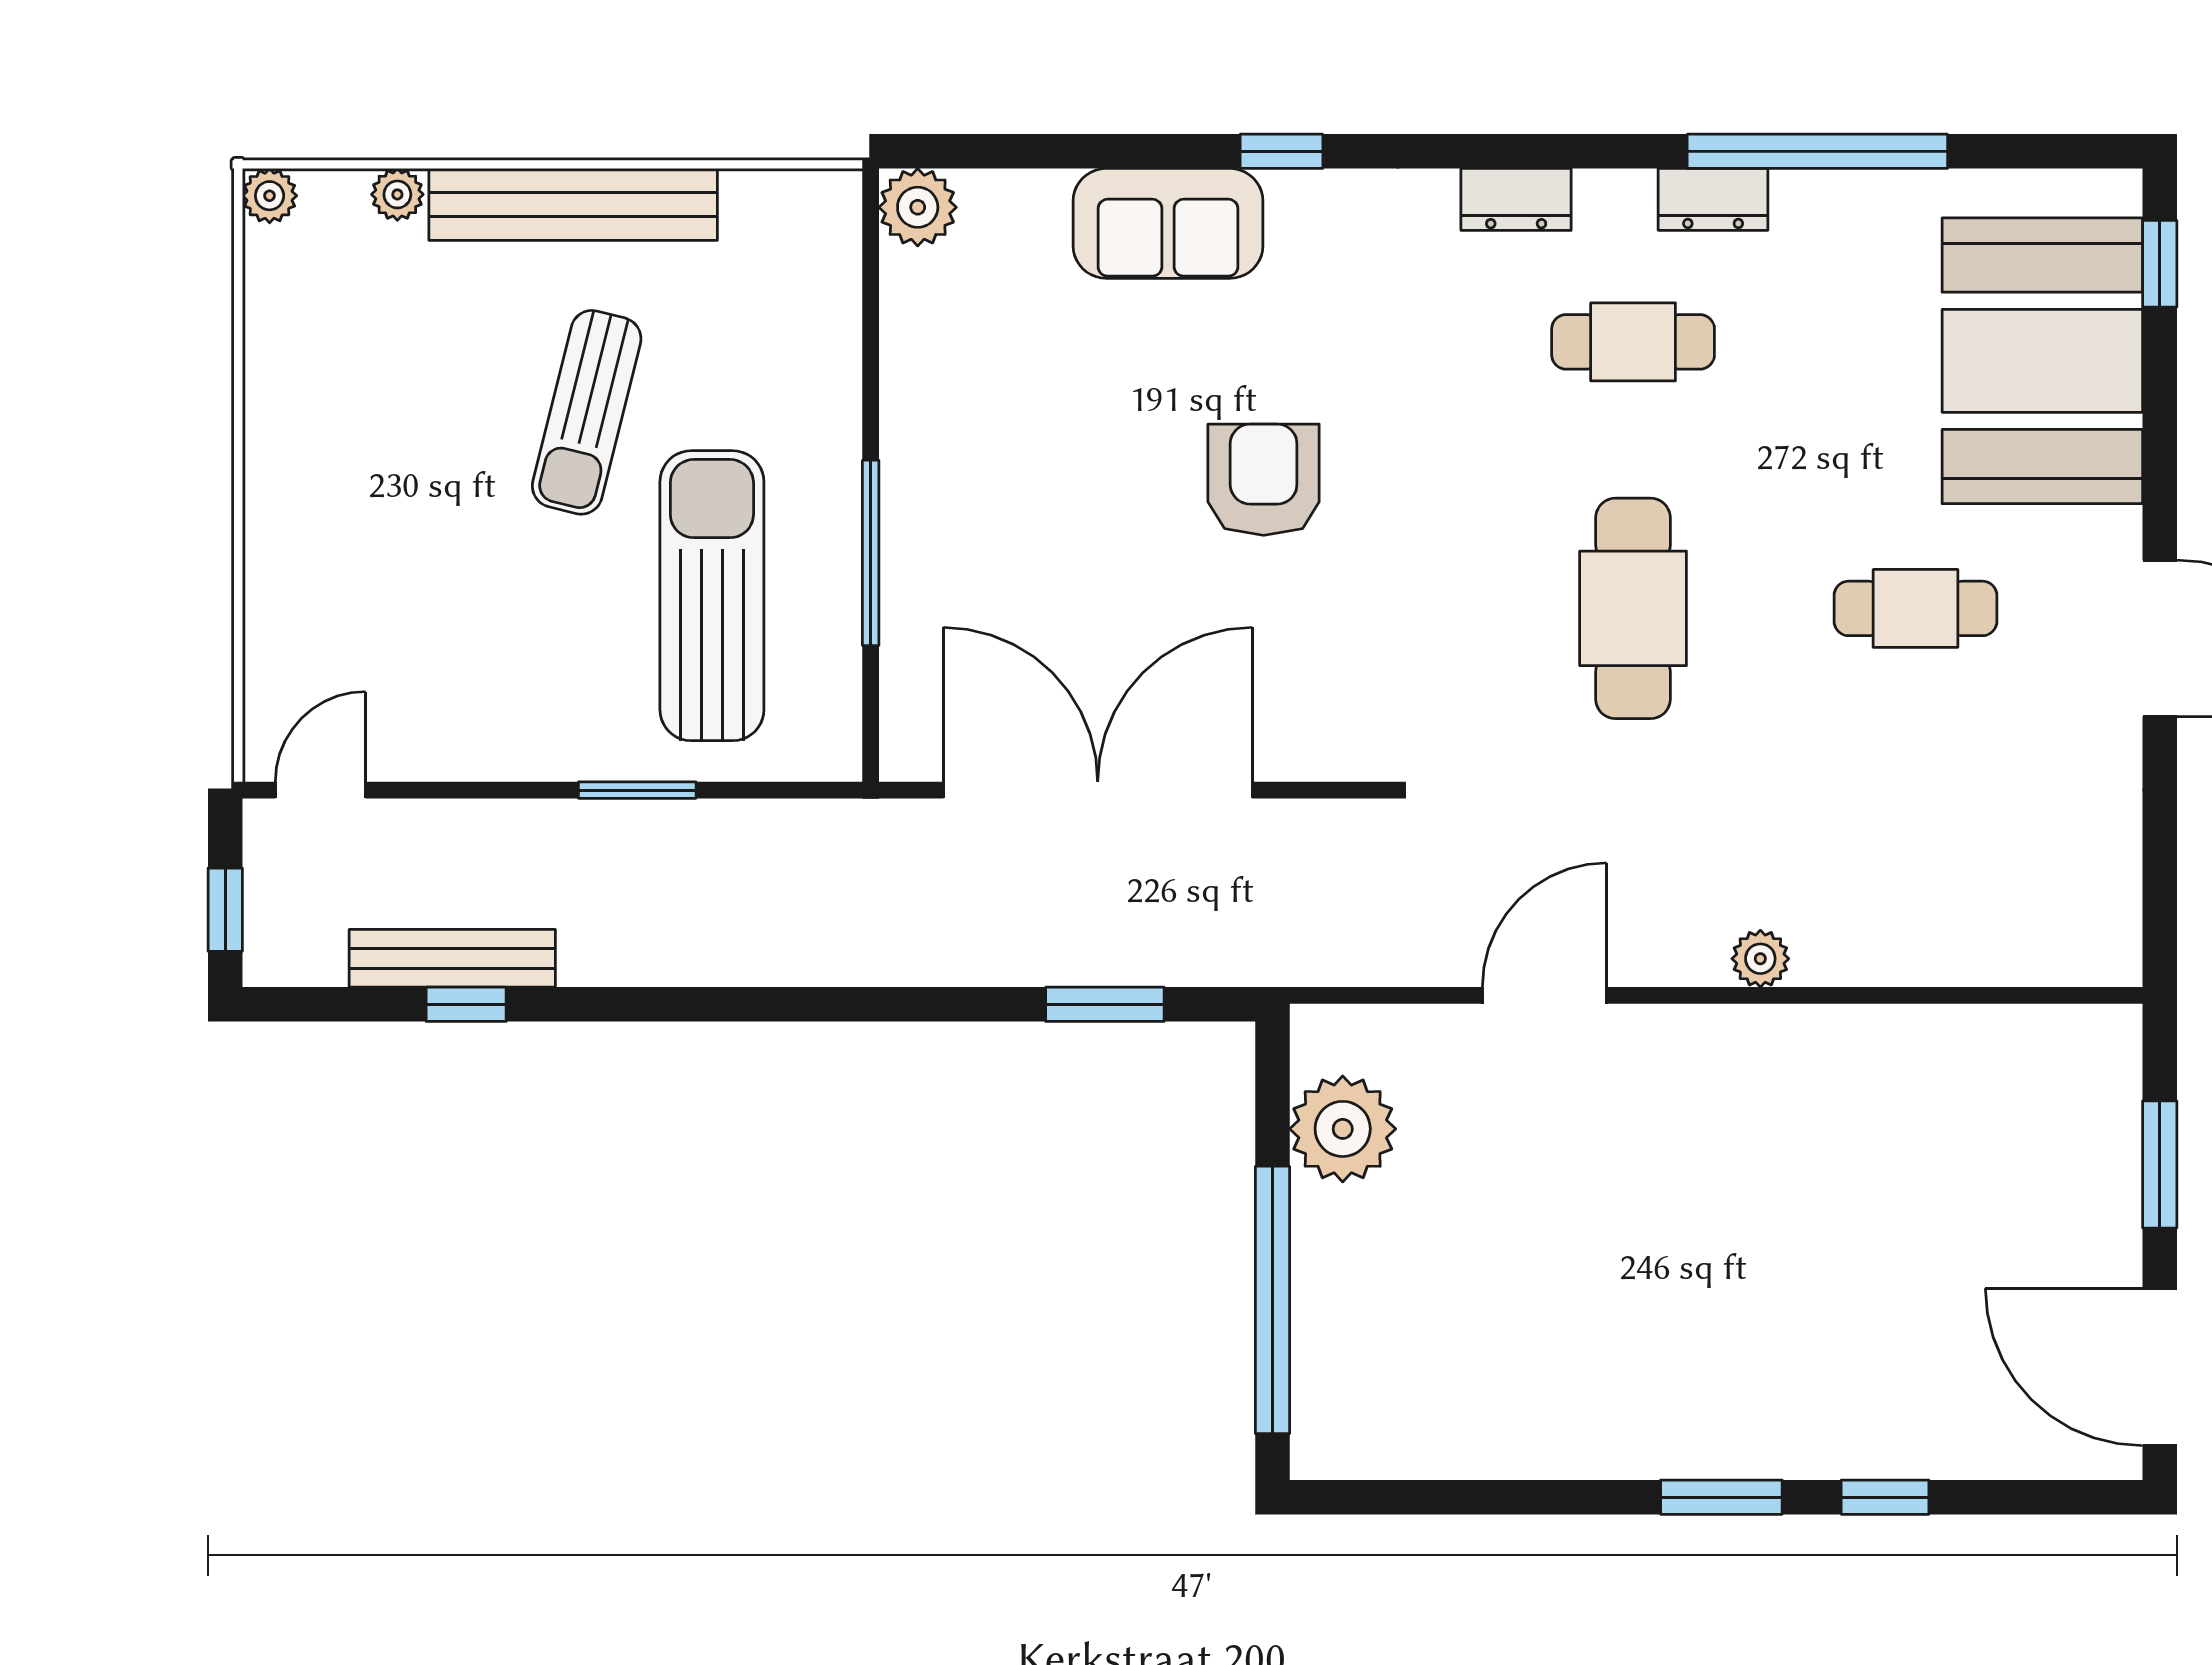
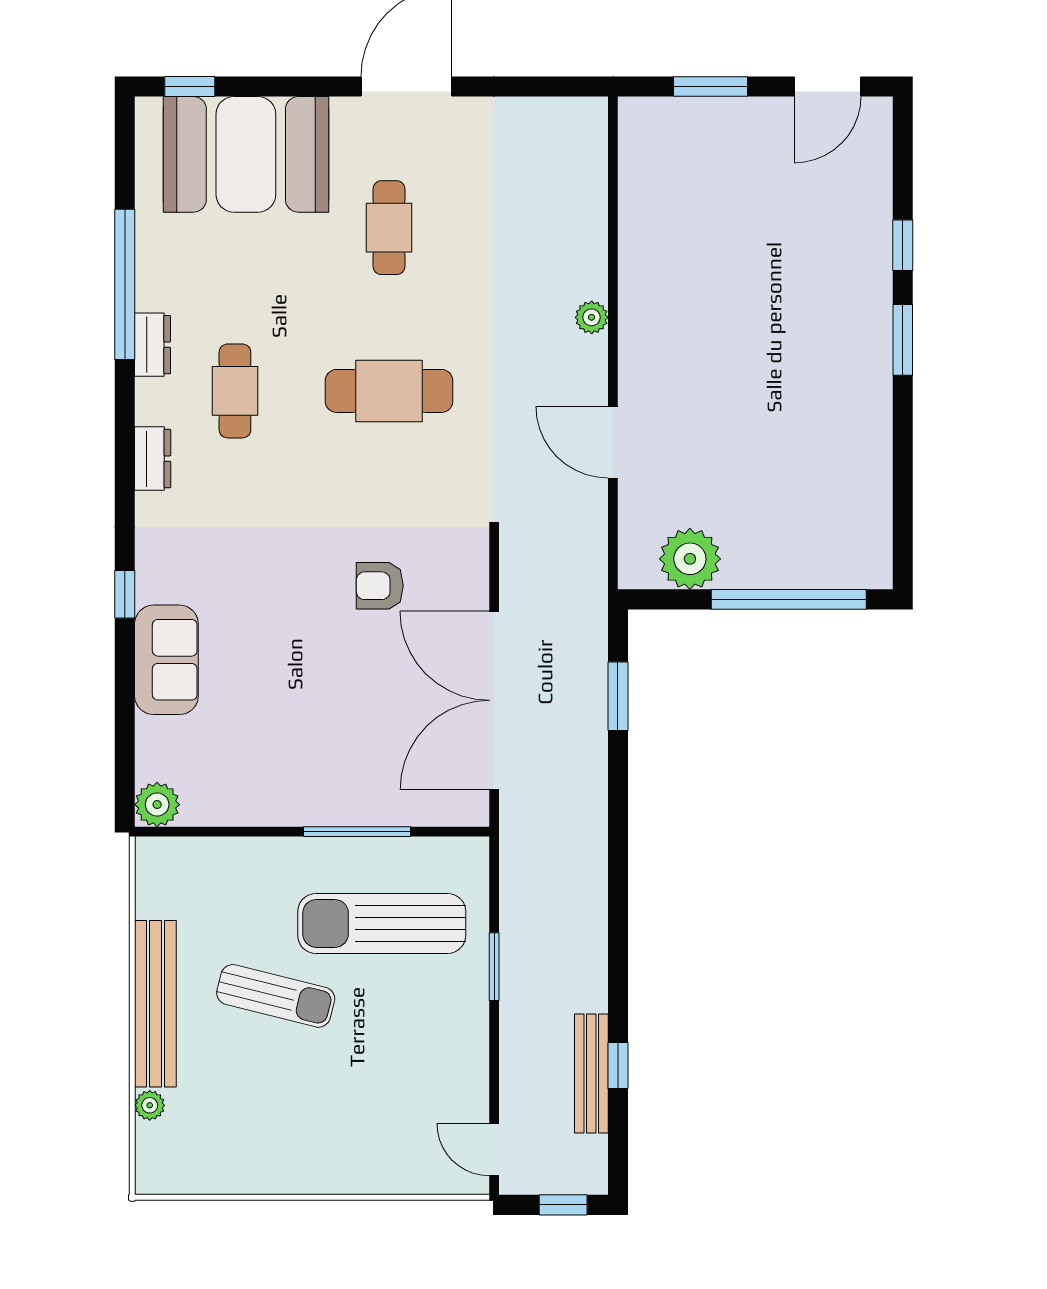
plant: (270, 196) -> (150, 1179), removed
armchair: (1264, 480) -> (380, 586), moved, width x0.72, depth x0.72
door: (2160, 1367) -> (828, 86), width x0.73

